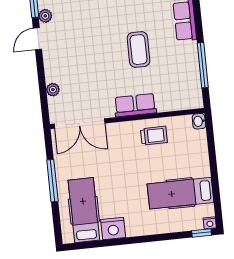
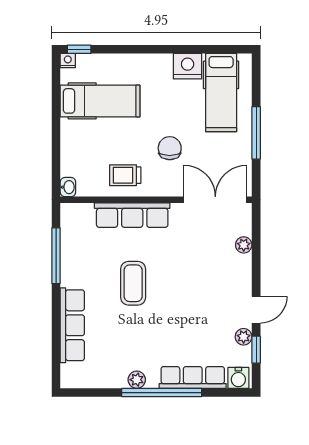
row of seats: (135, 105) -> (132, 215), width x1.48
chair: (121, 161) -> (170, 148), added

